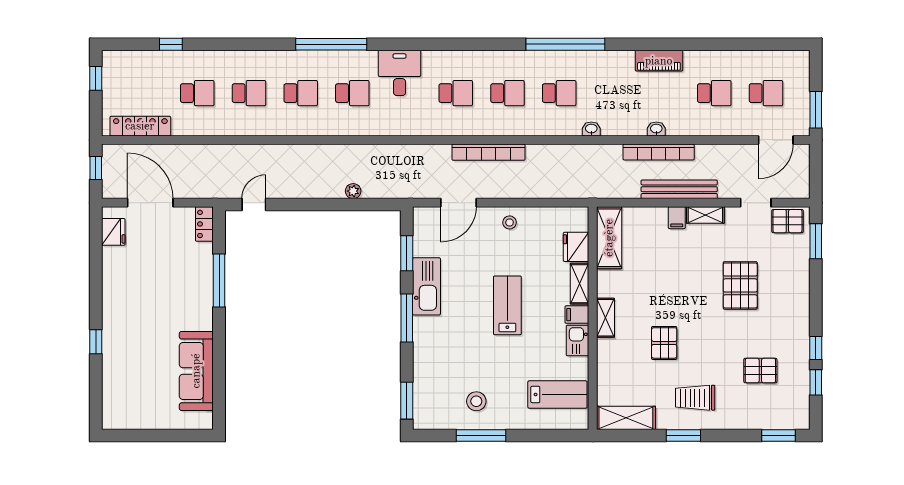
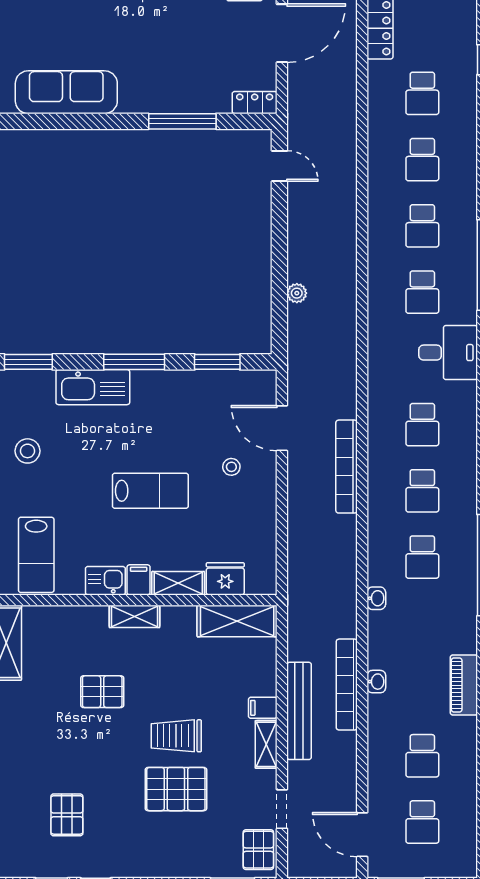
stool: (510, 222) -> (231, 467), moved
kitchen sink: (426, 286) -> (93, 387), moved
trolley: (695, 398) -> (176, 736), moved, turned -90

